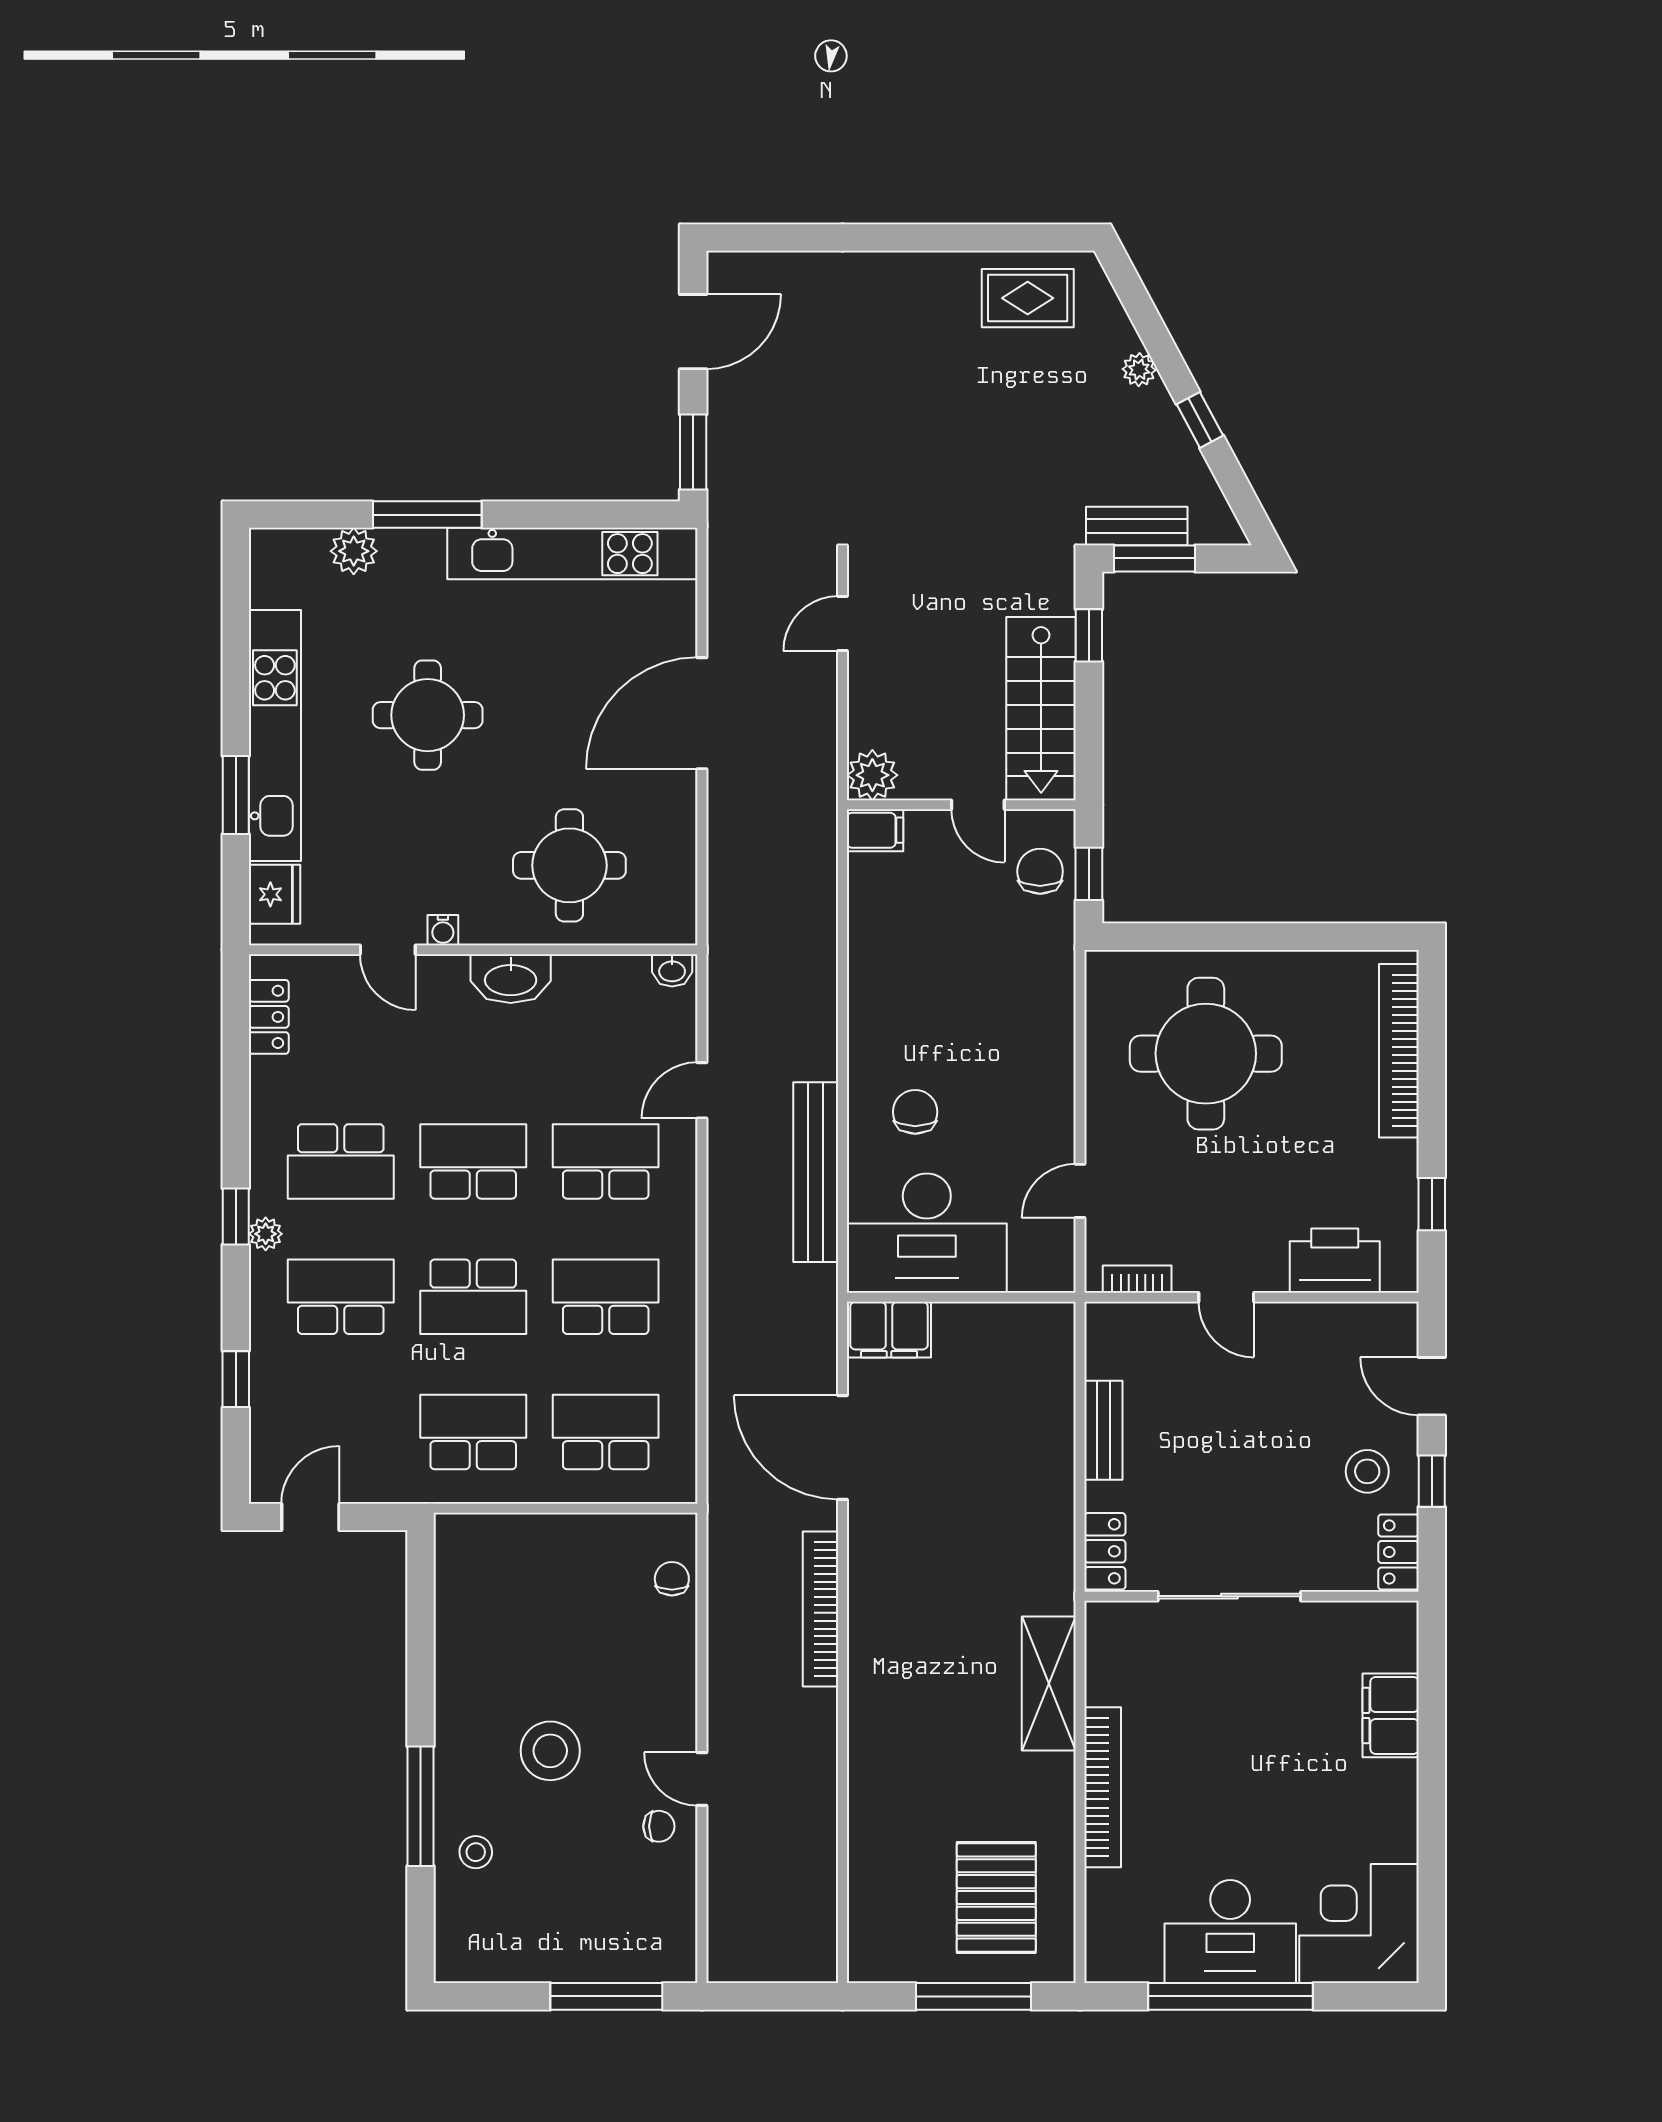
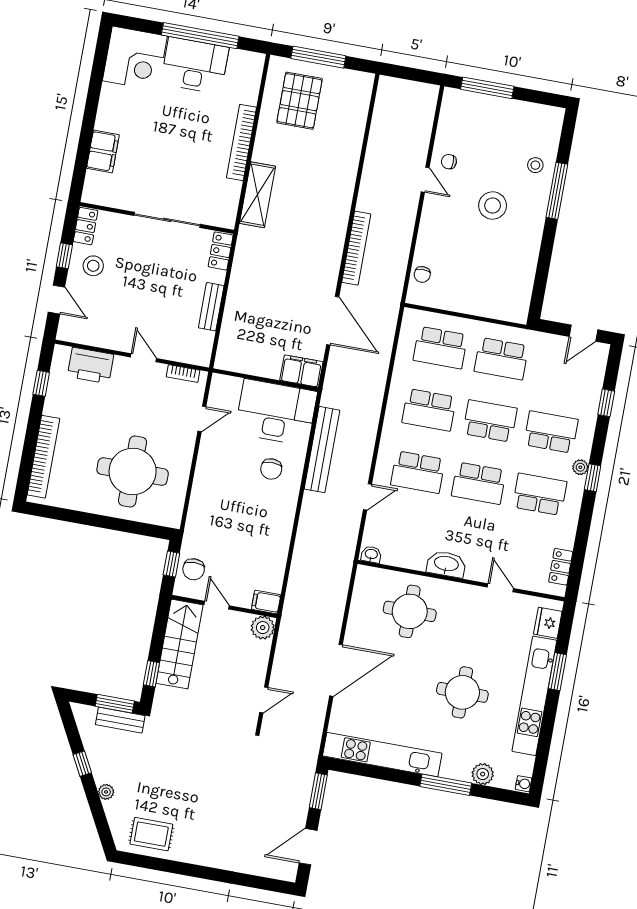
water cooler: (443, 930) -> (523, 784), moved, turned 90
school desk: (341, 1297) -> (551, 432), turned 180

